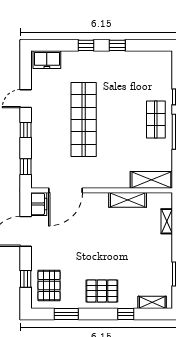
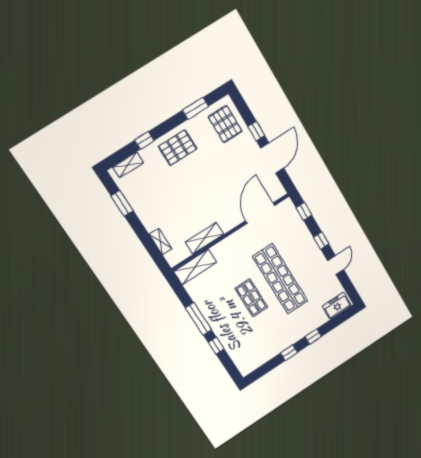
shop shelf: (156, 120) -> (251, 298), moved
filing cabinet: (39, 204) -> (275, 188), removed
window: (26, 279) -> (256, 131), moved

